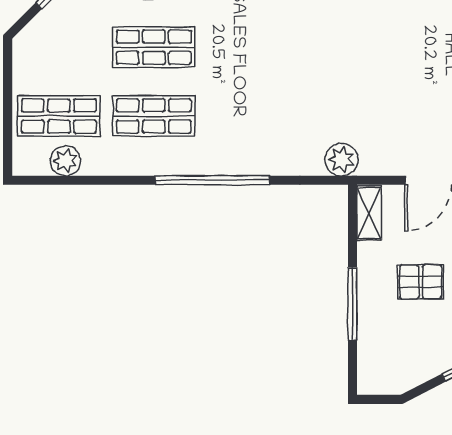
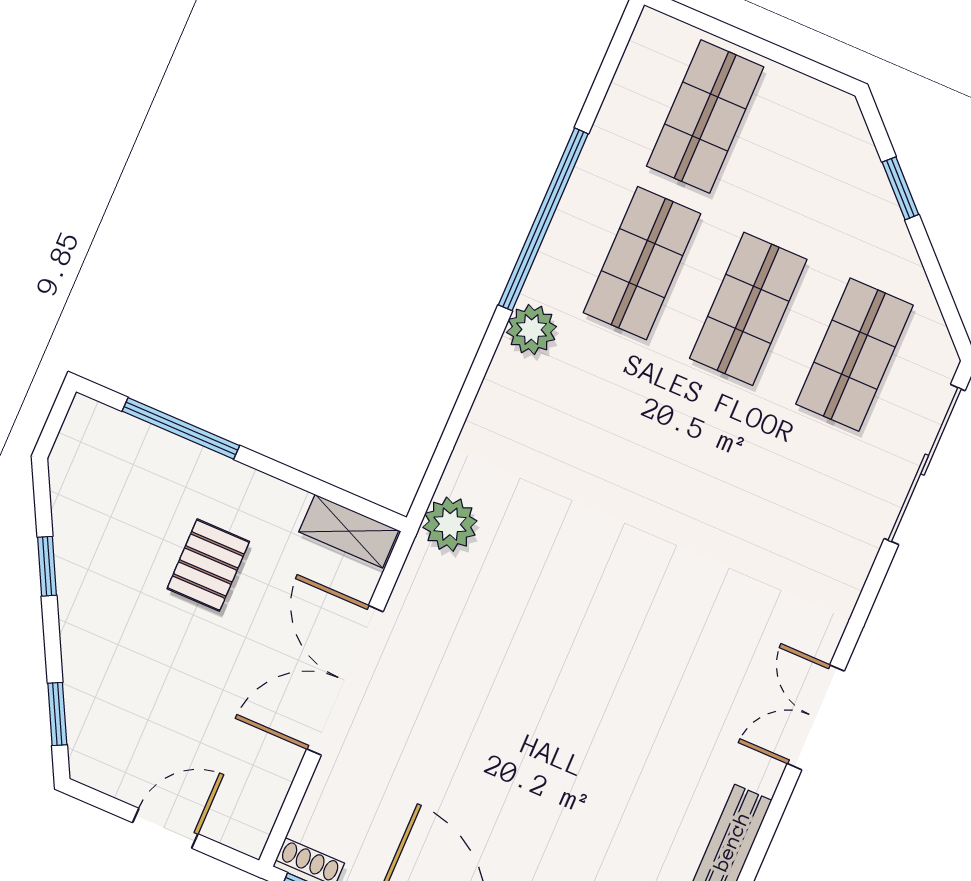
plant: (65, 161) -> (531, 330), moved
window: (213, 180) -> (543, 219), moved
window: (352, 304) -> (181, 428), moved

